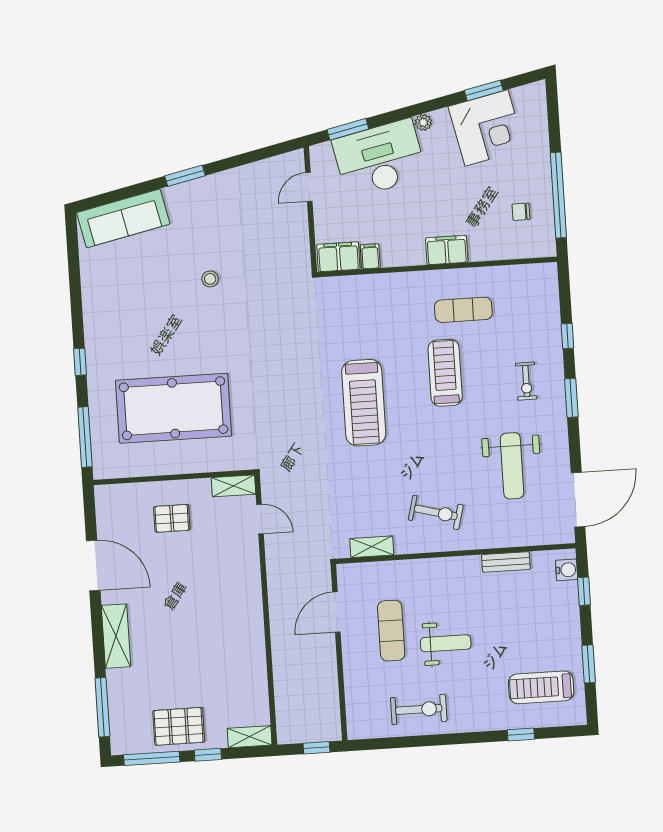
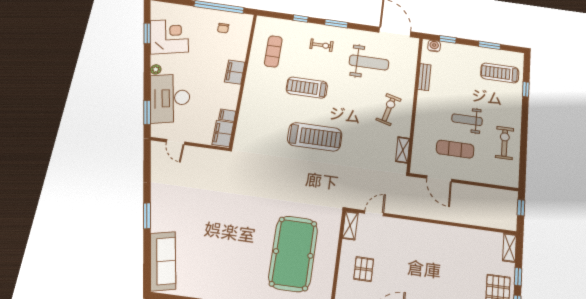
stool: (210, 279) -> (216, 213), removed
exercise mat: (463, 310) -> (273, 51), moved
weight bench: (446, 643) -> (467, 120), turned -90
treadmill: (541, 687) -> (500, 73), turned 90

